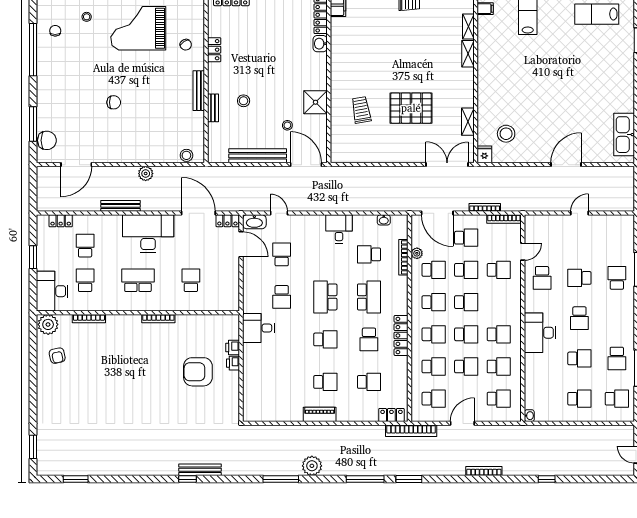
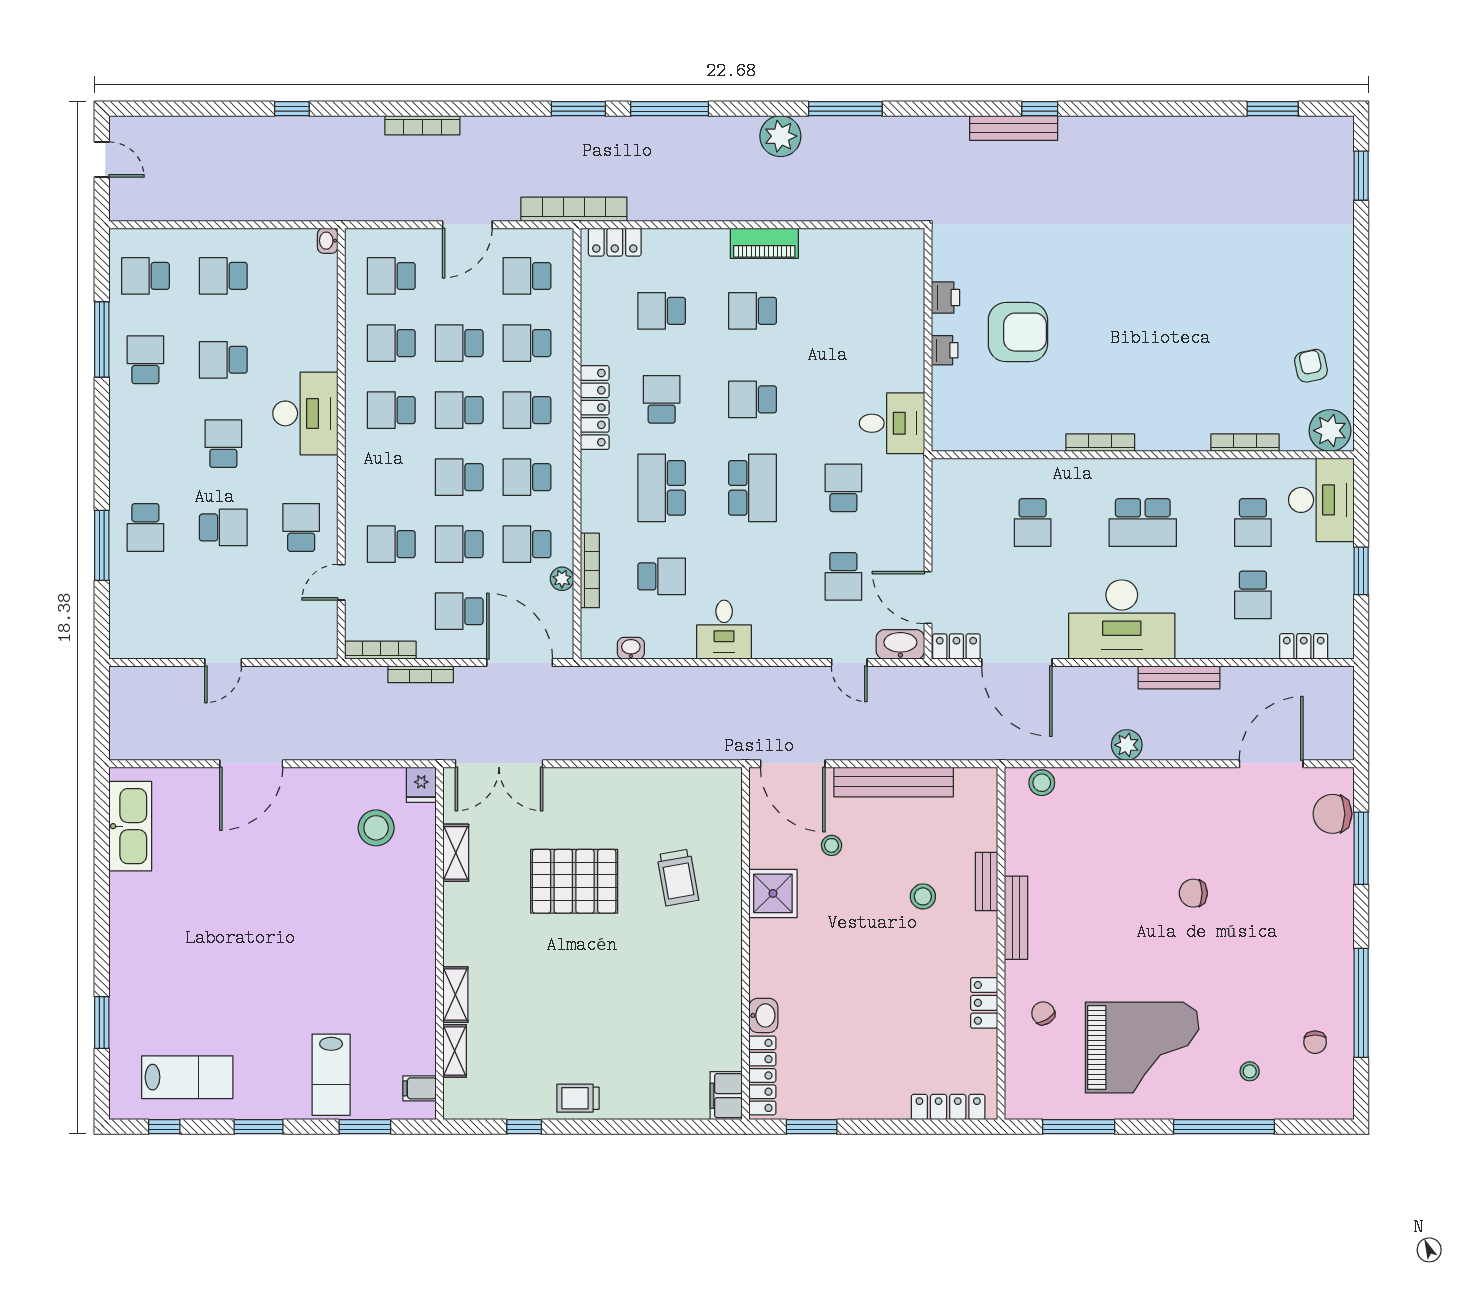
printer: (233, 348) -> (945, 298), moved

